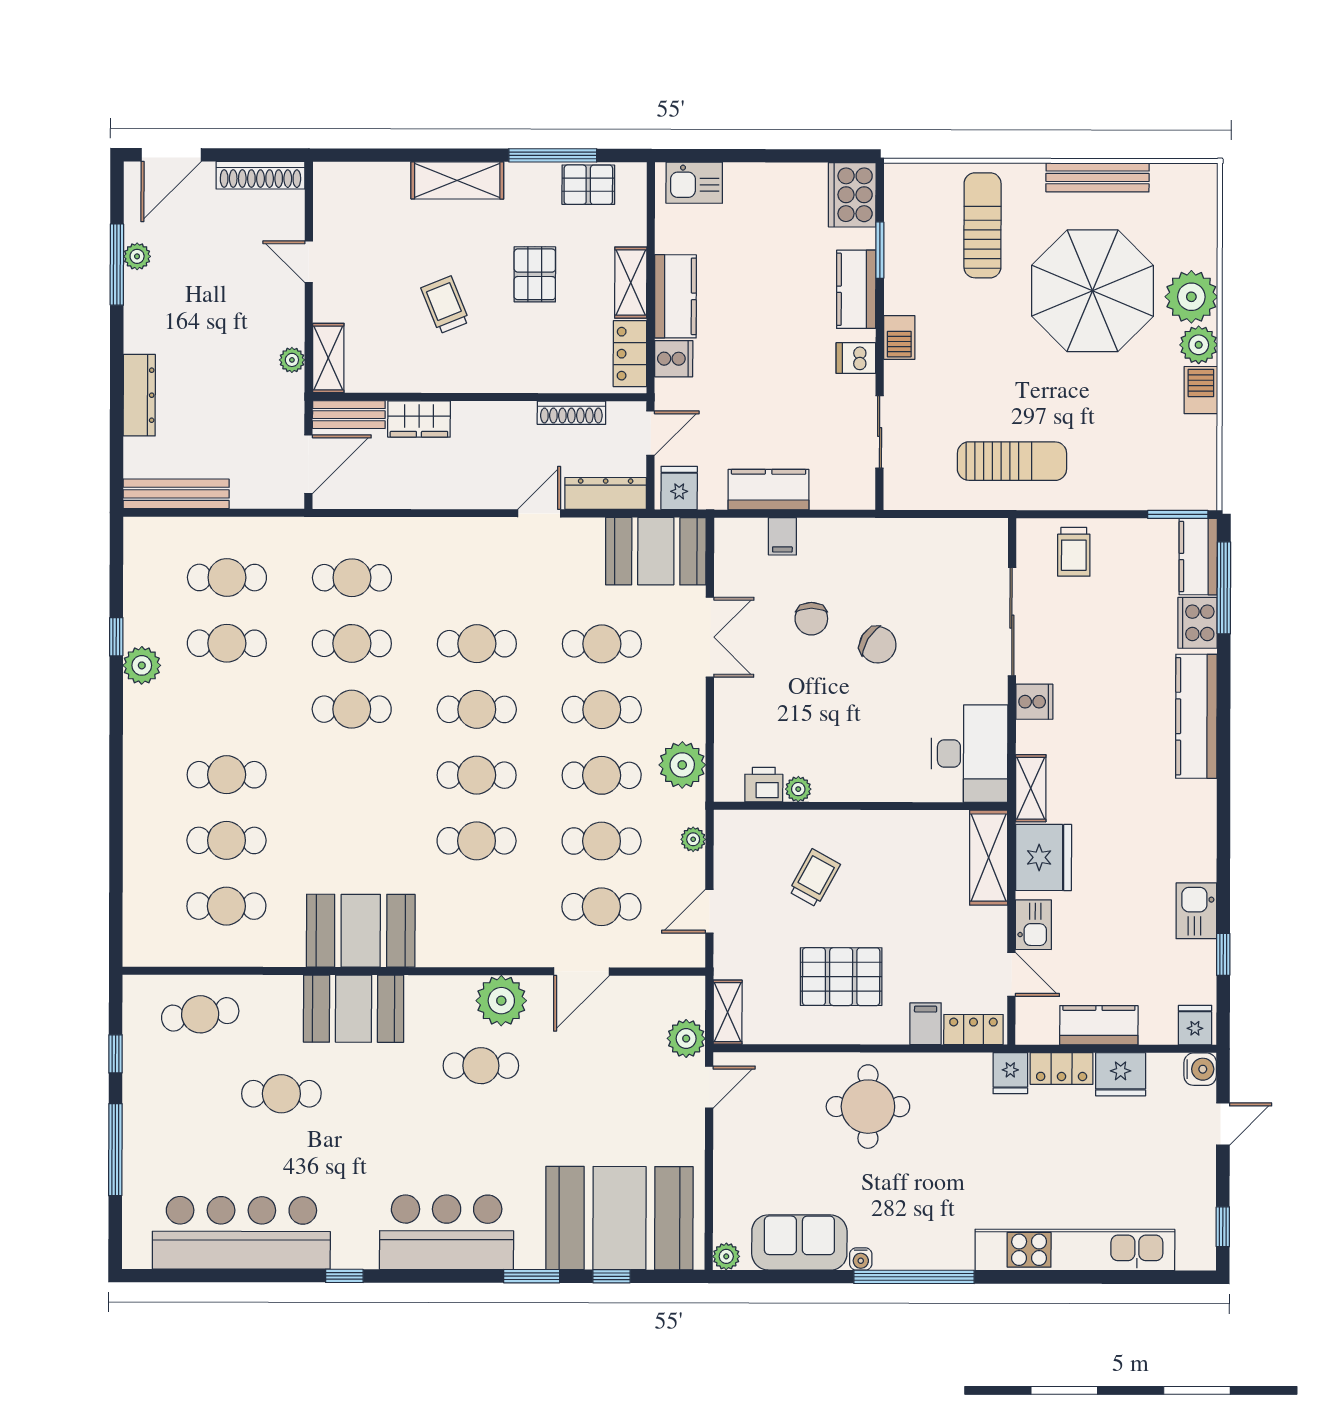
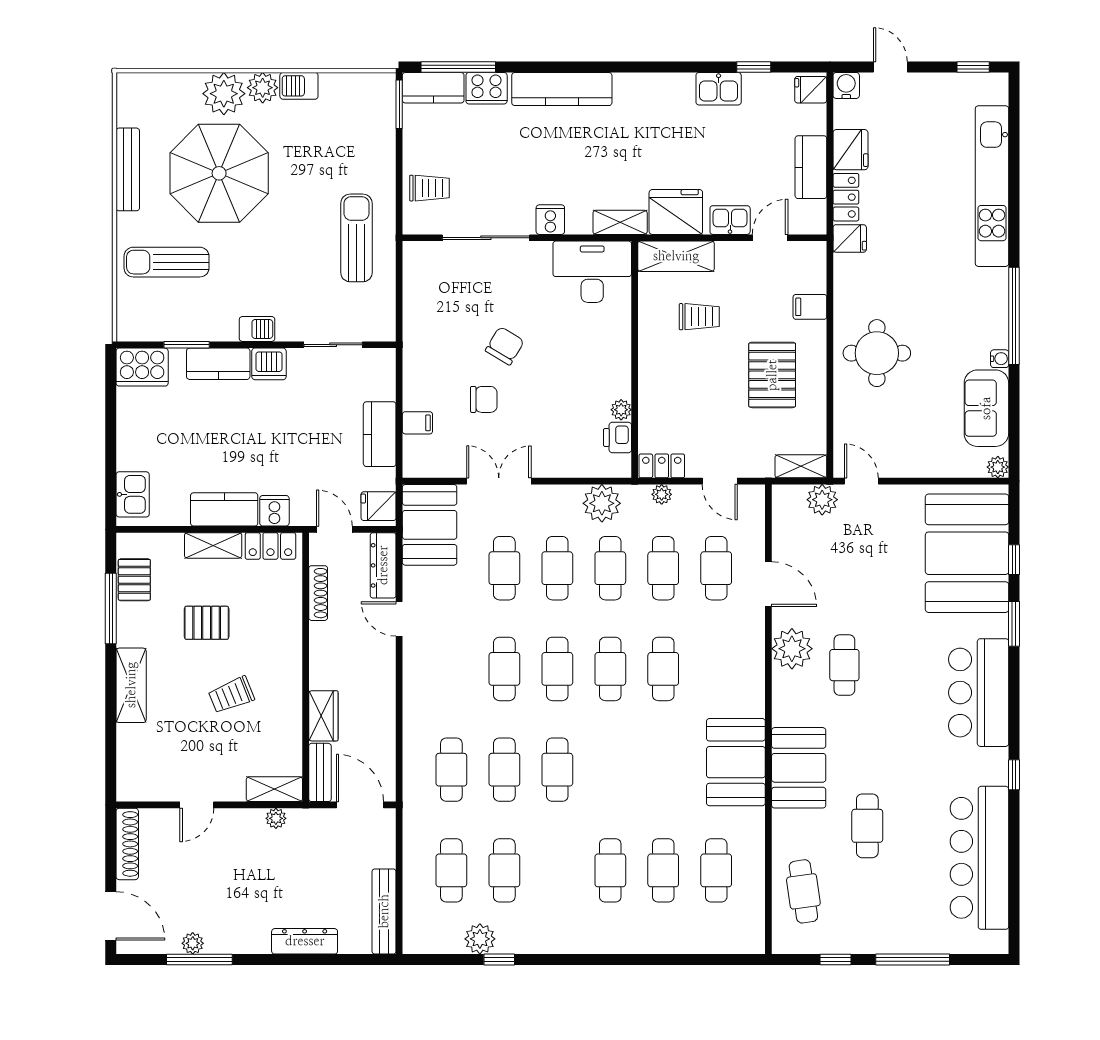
dishwasher: (856, 358) -> (269, 364), width x1.38
plant: (142, 665) -> (480, 939), moved
trolley: (814, 878) -> (699, 317), moved, turned 151
locker: (973, 1030) -> (662, 466), moved, turned 90

